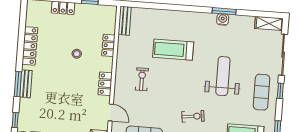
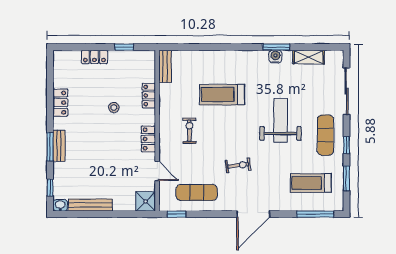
shelving: (269, 23) -> (309, 57), moved
locker: (30, 46) -> (60, 103), width x0.66
window: (280, 91) -> (346, 145), moved
exercise bike: (193, 116) -> (238, 165), moved

